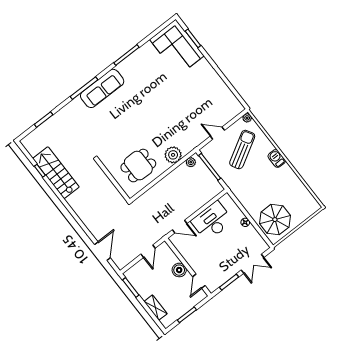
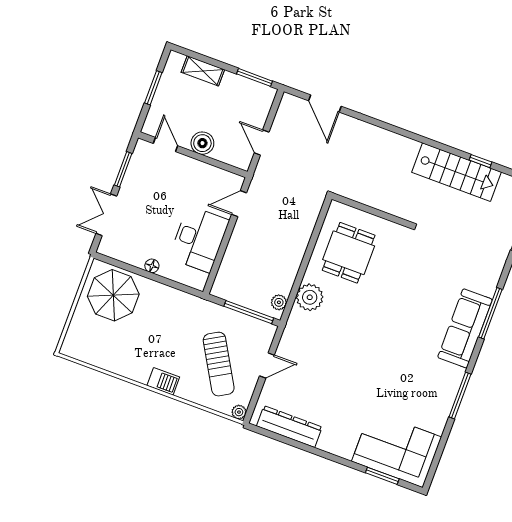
dresser: (226, 94) -> (289, 427), added

